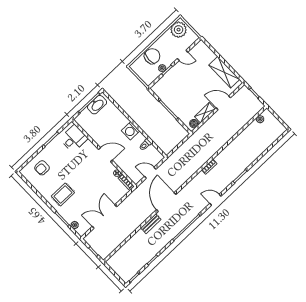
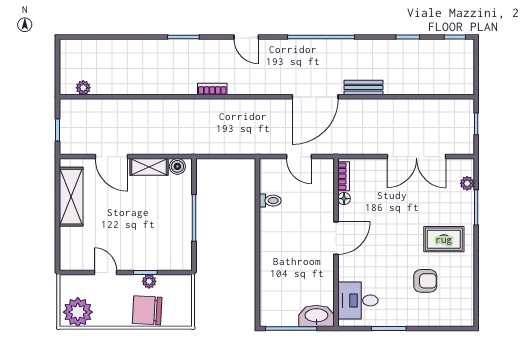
washbasin: (97, 105) -> (316, 316), moved
washing machine: (131, 131) -> (272, 238), removed
door: (105, 155) -> (336, 238), swing flipped
armchair: (42, 168) -> (425, 281), moved

